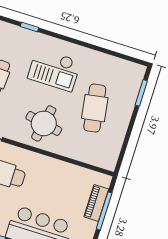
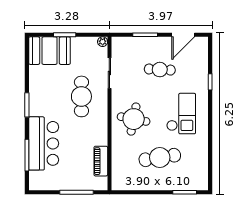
checkout: (54, 70) -> (181, 114), turned 180
piano: (96, 203) -> (101, 161), moved, turned -90

